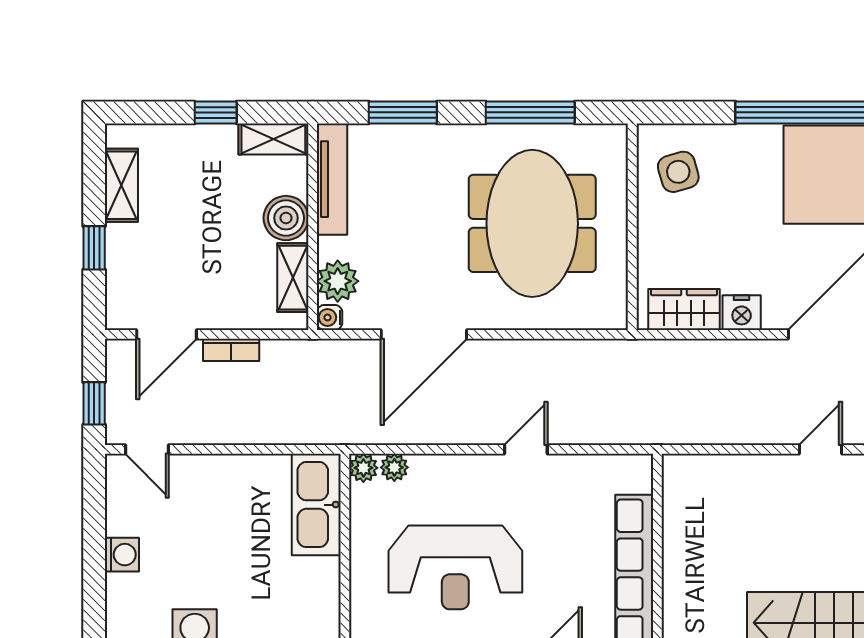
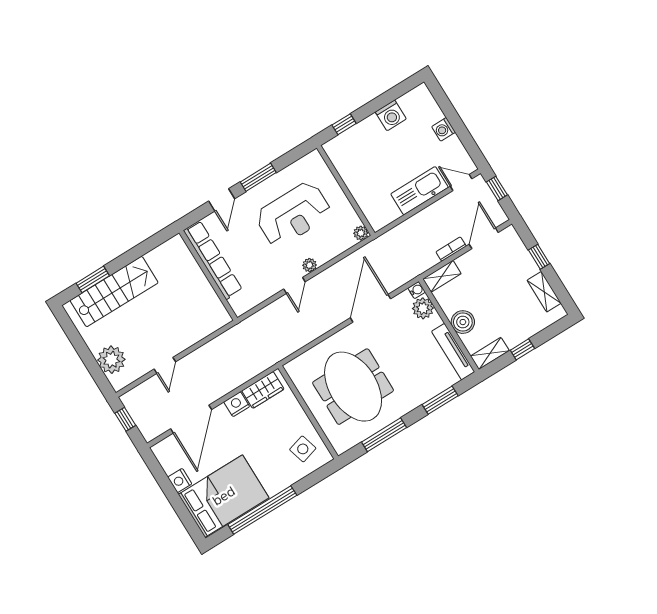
shelving: (293, 278) -> (442, 276), moved, turned 90
plant: (394, 467) -> (310, 265), moved
kitchen sink: (316, 505) -> (420, 191), moved, turned -90
reception desk: (455, 567) -> (293, 214), turned 180

